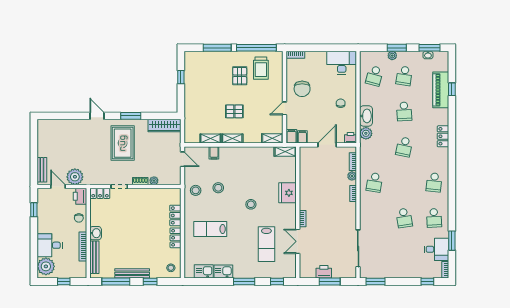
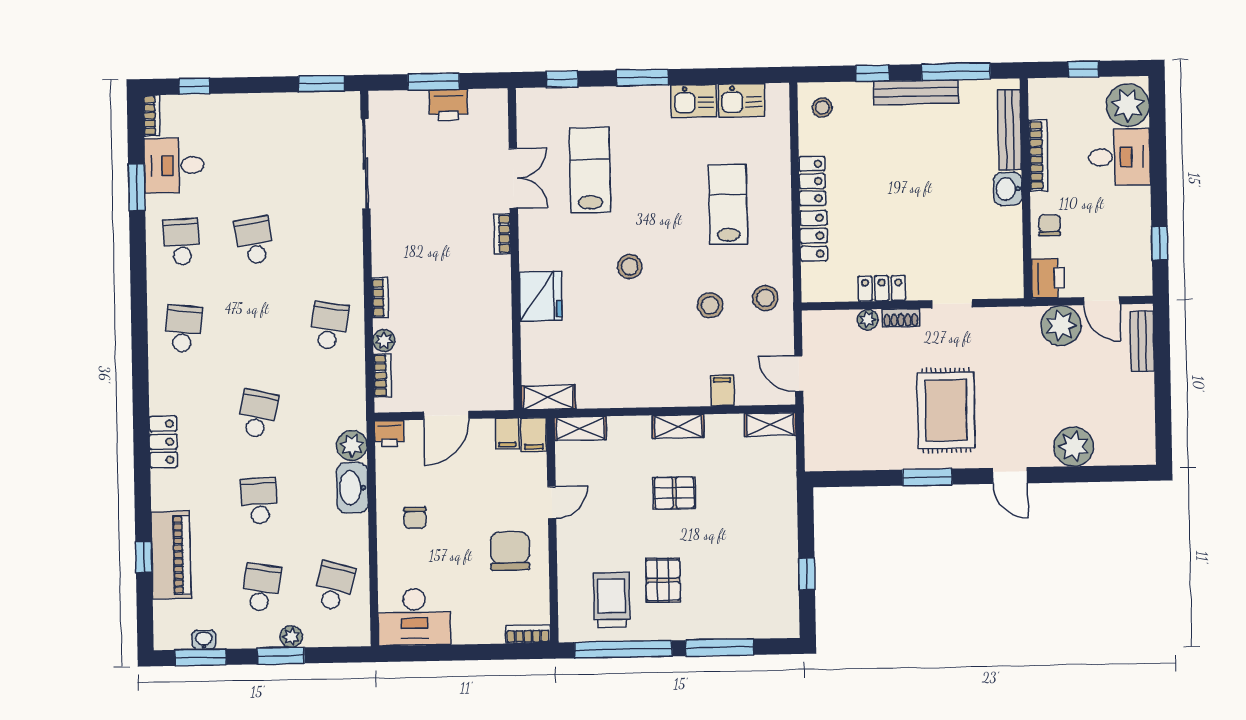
wardrobe: (164, 125) -> (844, 455), removed
plant: (71, 127) -> (1074, 447), added
shelving: (211, 139) -> (770, 425), moved
locker: (100, 193) -> (882, 288), moved
lab bench: (210, 229) -> (728, 204), turned -90

